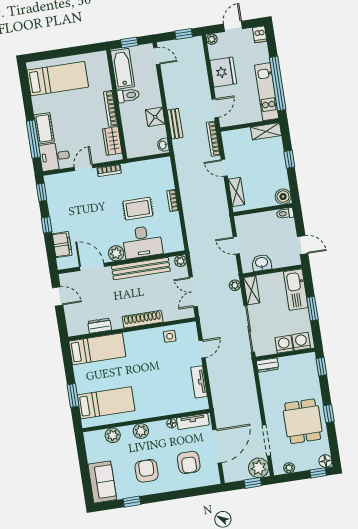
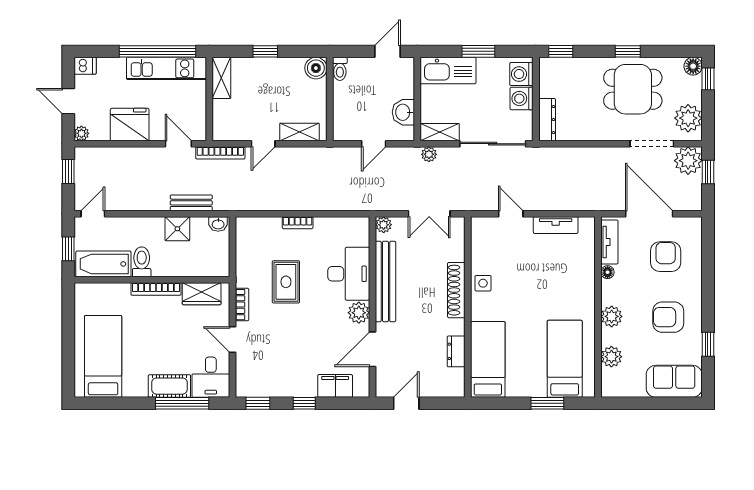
rug: (138, 209) -> (286, 282), moved
side table: (170, 336) -> (483, 283), moved
dresser: (268, 365) -> (547, 120), width x1.44
armchair: (189, 462) -> (666, 257), turned -90
plant: (289, 468) -> (688, 118), width x1.87, depth x1.87

